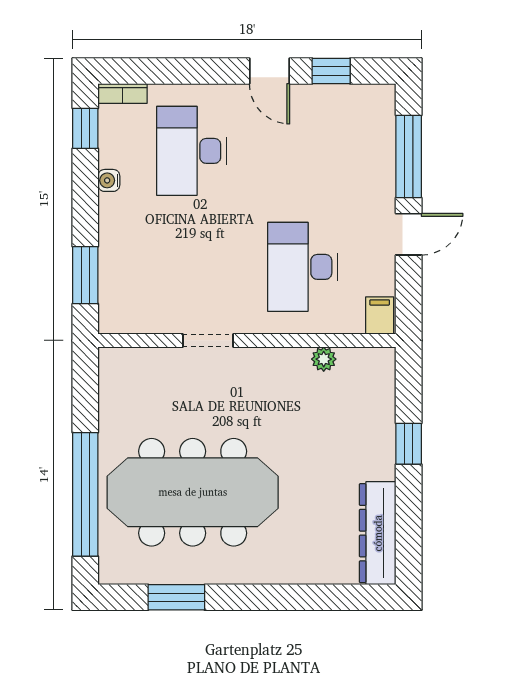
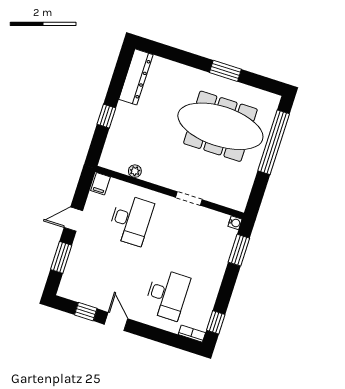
window: (409, 156) -> (61, 257), width x0.69
water cooler: (109, 180) -> (235, 223), moved
window: (176, 597) -> (225, 71), moved

